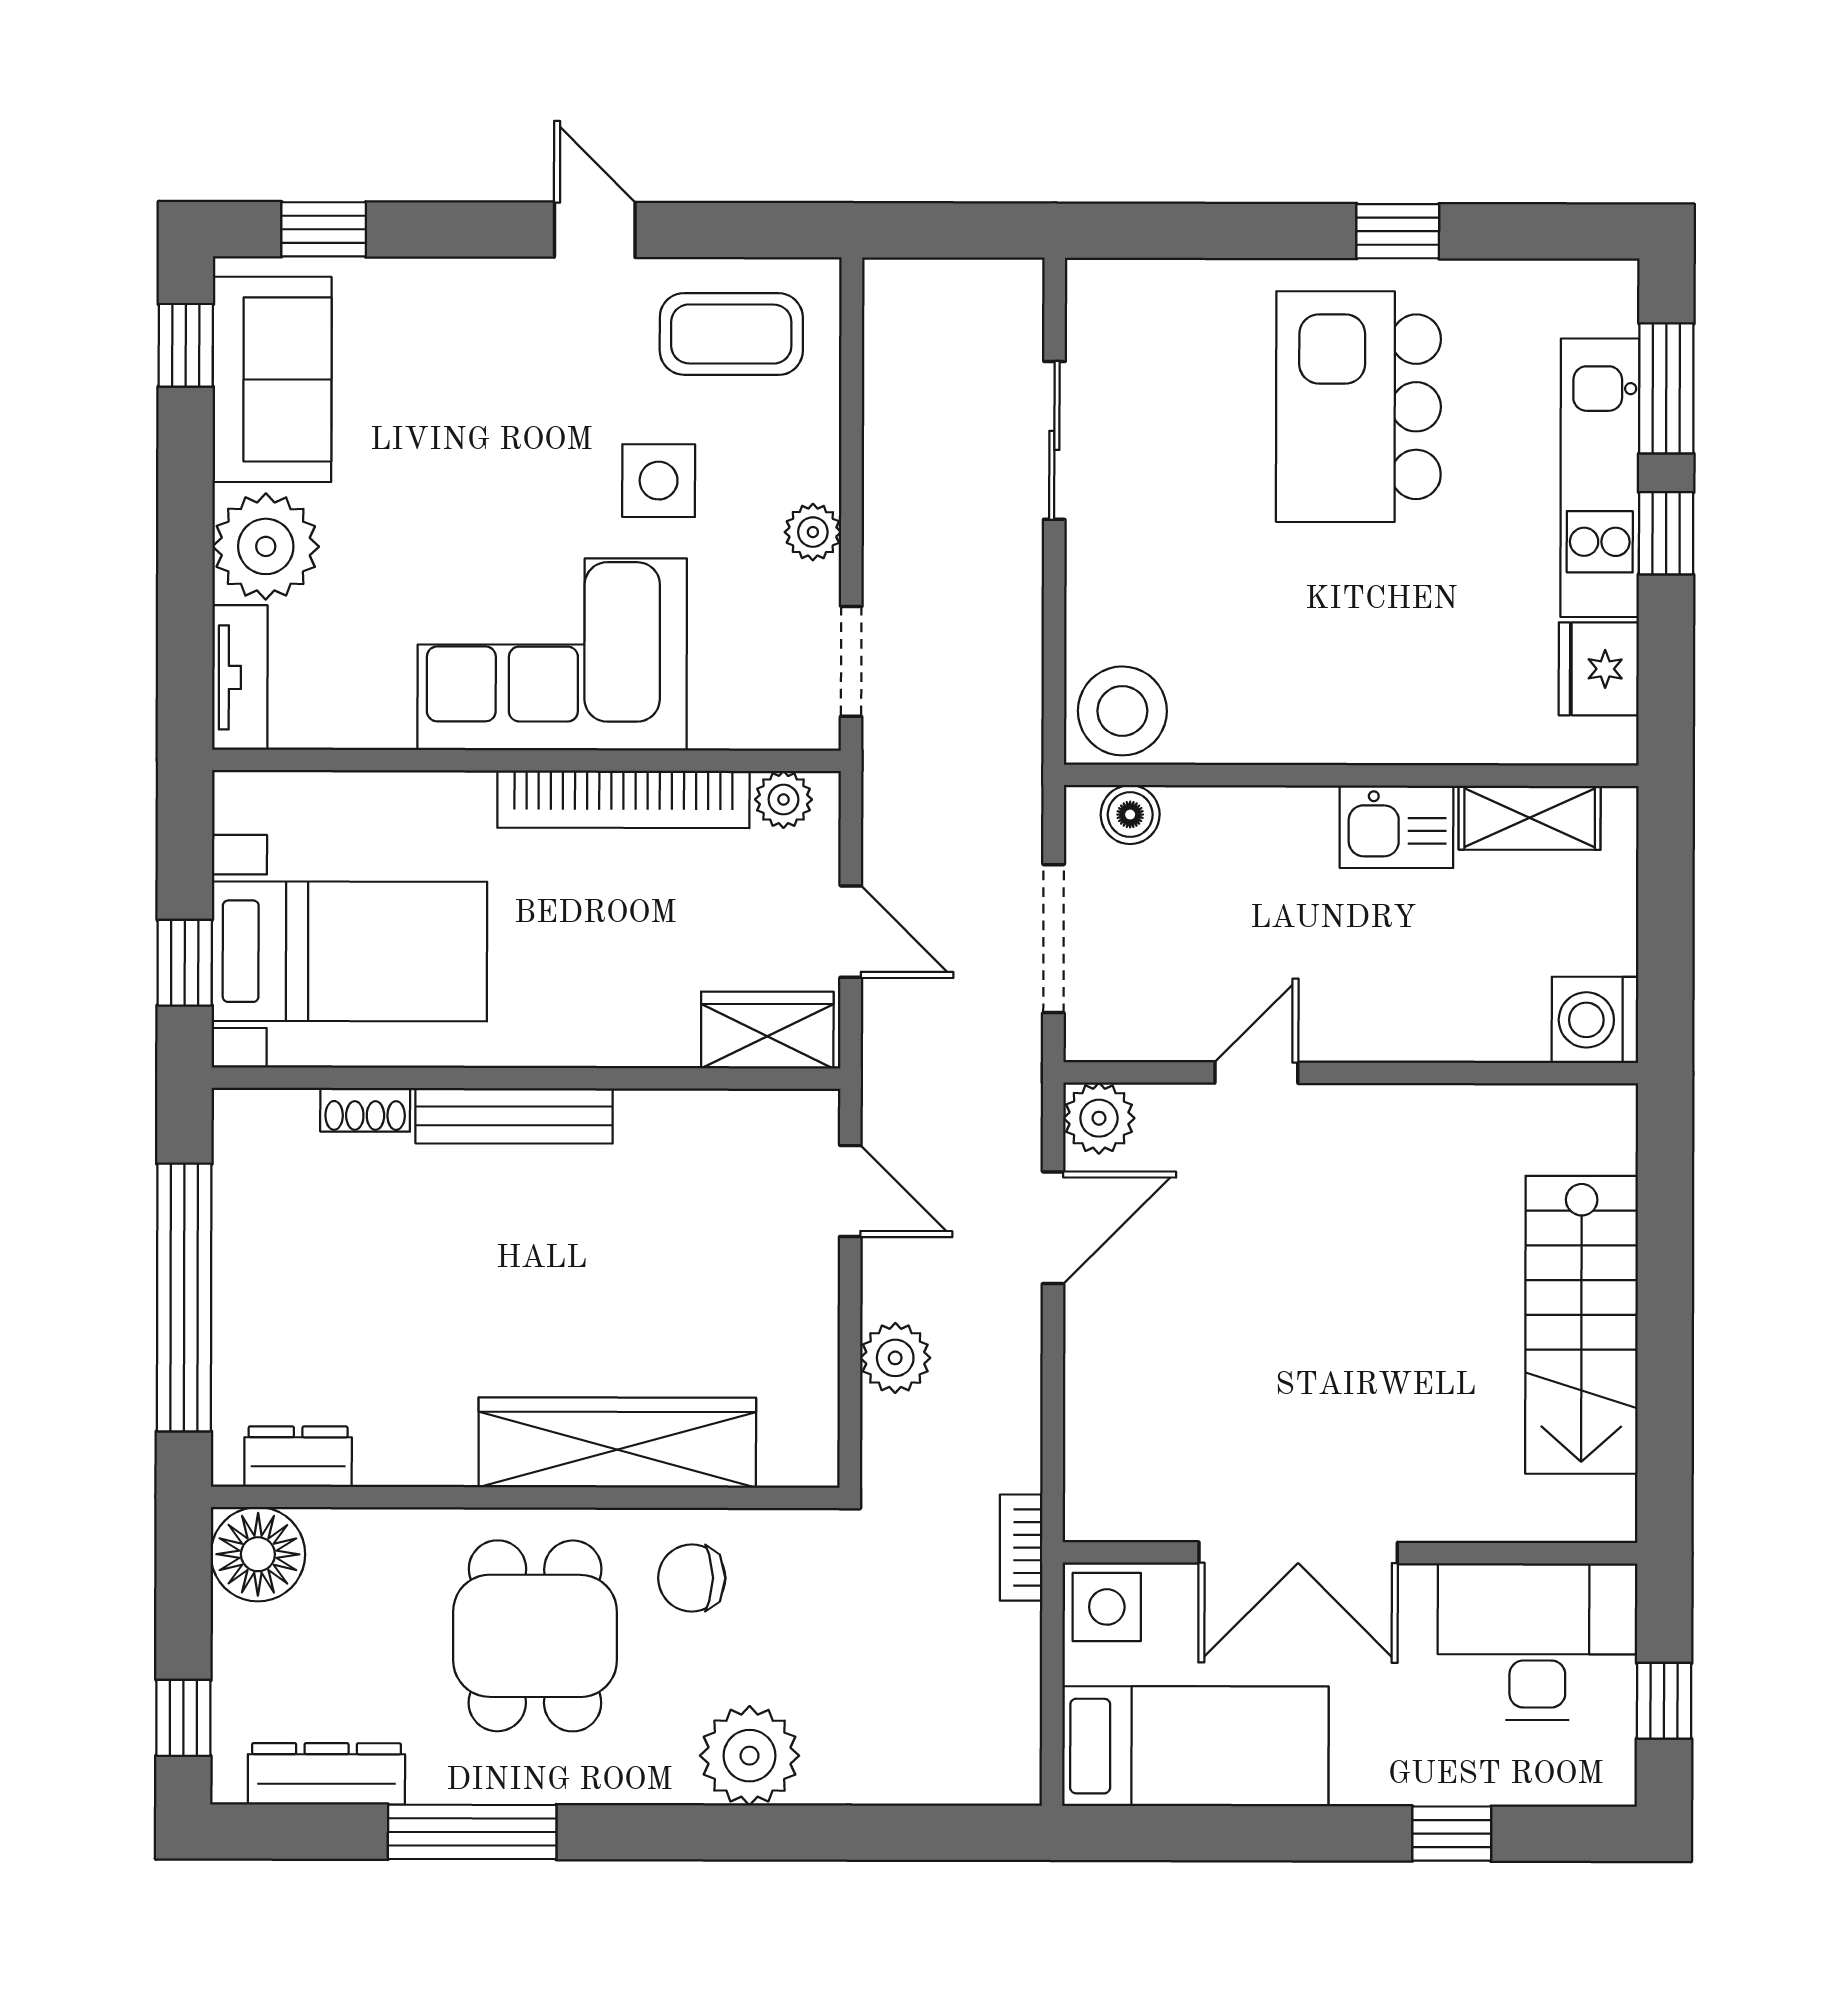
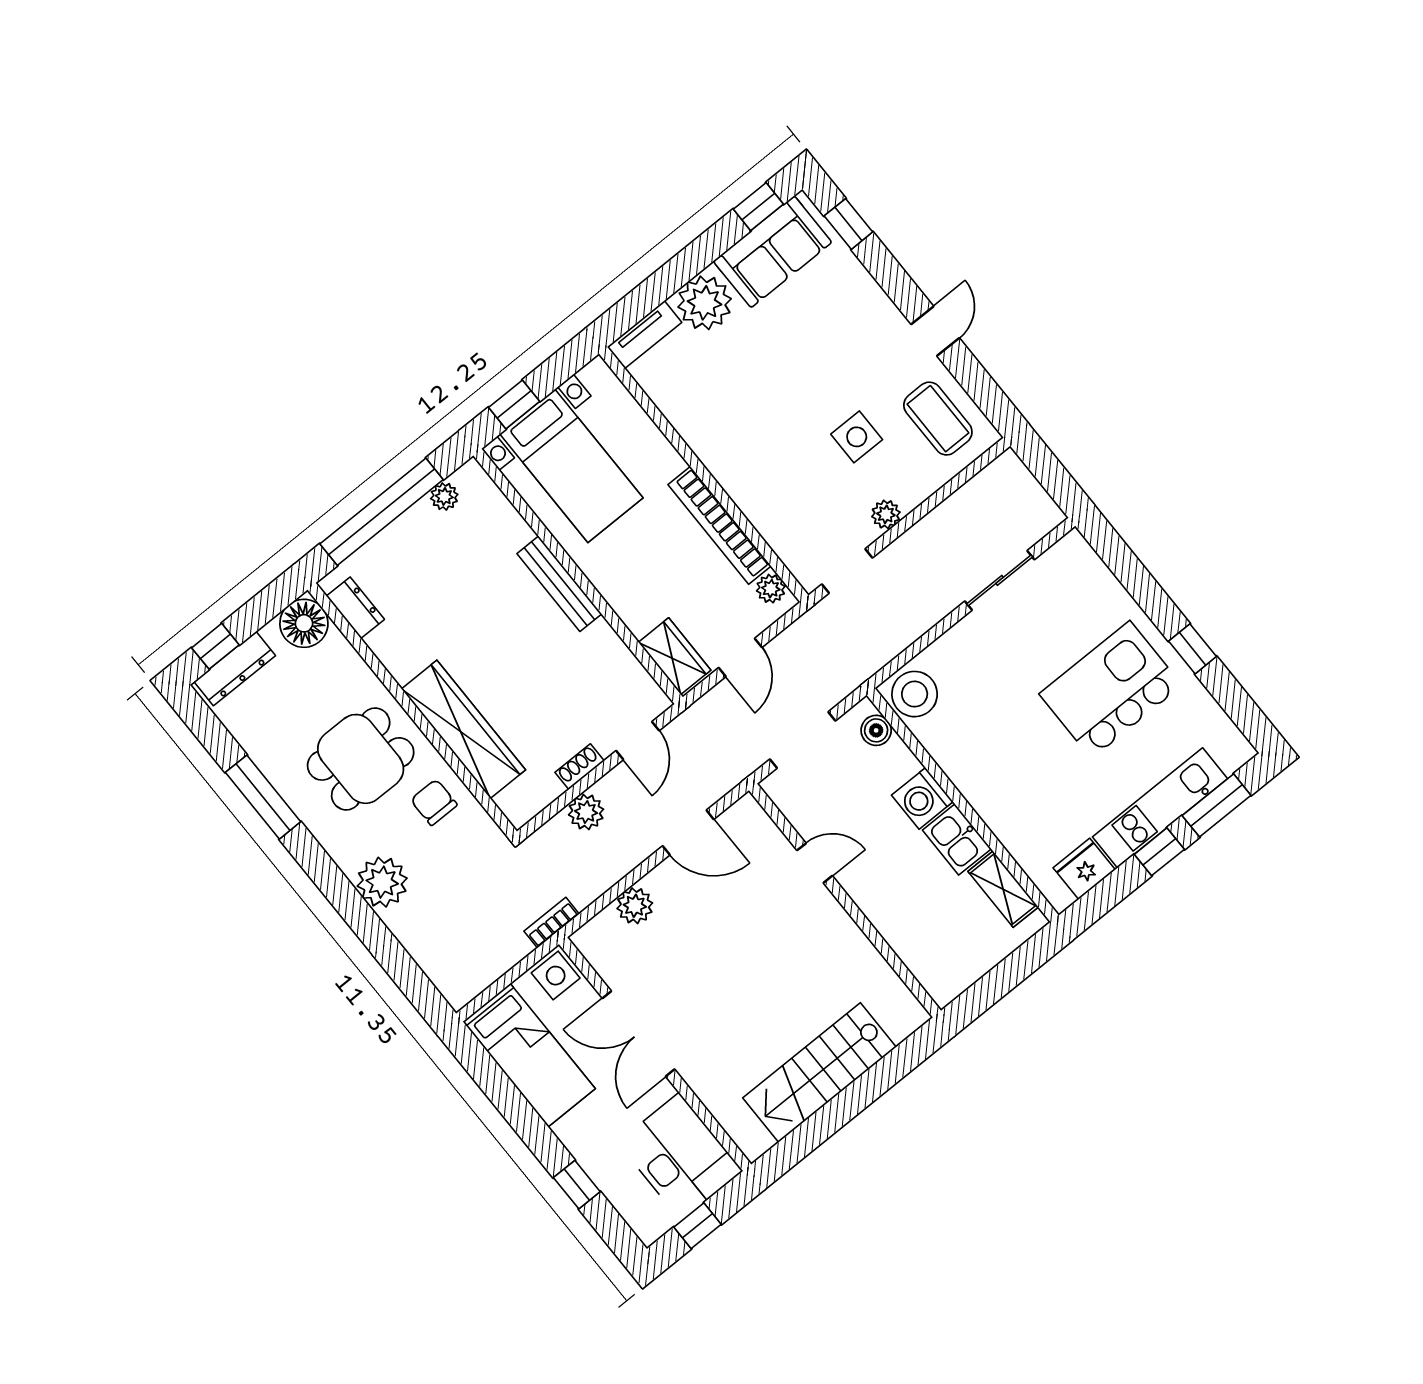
corner sofa: (552, 654) -> (754, 451), removed
washing machine: (1595, 1020) -> (922, 798), moved, turned -90
shoe rack: (365, 1110) -> (580, 767), moved, turned 90
plant: (1099, 1118) -> (635, 906), moved
plant: (239, 1183) -> (444, 497), added
dresser: (326, 1774) -> (235, 669), moved, turned 90

